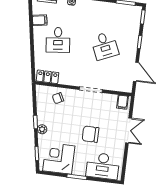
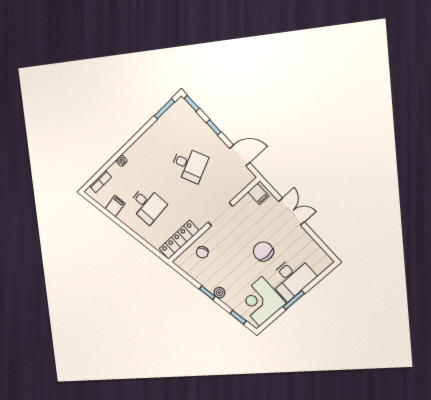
locker: (47, 77) -> (179, 240), width x1.53
chair: (91, 134) -> (263, 251), turned 90
desk: (103, 166) -> (292, 278), moved

